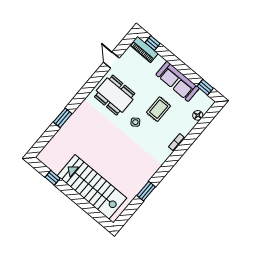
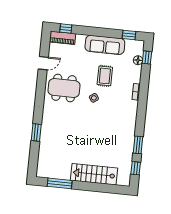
door: (111, 60) -> (43, 63), swing flipped
window: (207, 118) -> (147, 57), added
window: (53, 178) -> (60, 183), width x2.17
stairs: (92, 187) -> (94, 174), width x0.73, depth x0.66
window: (130, 211) -> (136, 168), added

